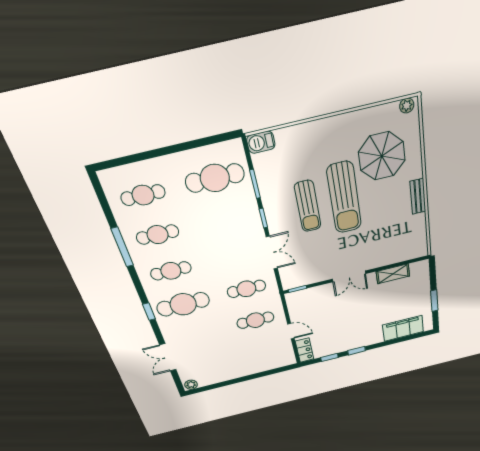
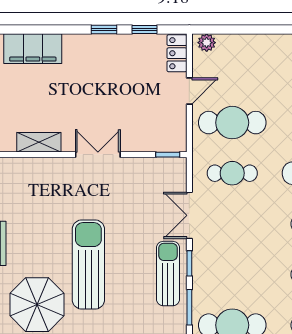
sun lounger: (308, 206) -> (168, 274), moved
cafe table: (255, 320) -> (232, 123), width x1.37, depth x1.35
door: (291, 331) -> (189, 91), swing flipped
plant: (286, 361) -> (207, 43), added

